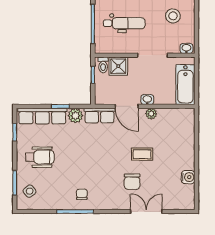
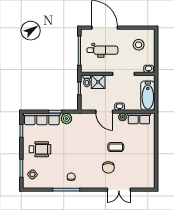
row of seats: (100, 116) -> (139, 118), moved
water cooler: (188, 177) -> (150, 164), removed
double door: (146, 212) -> (119, 190), swing flipped

